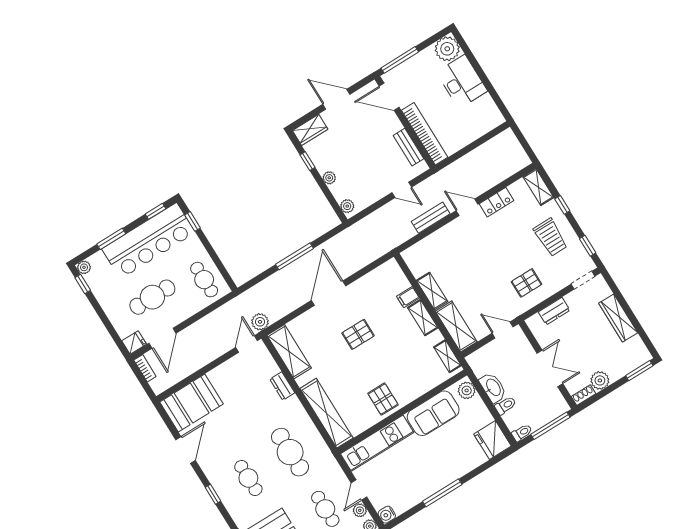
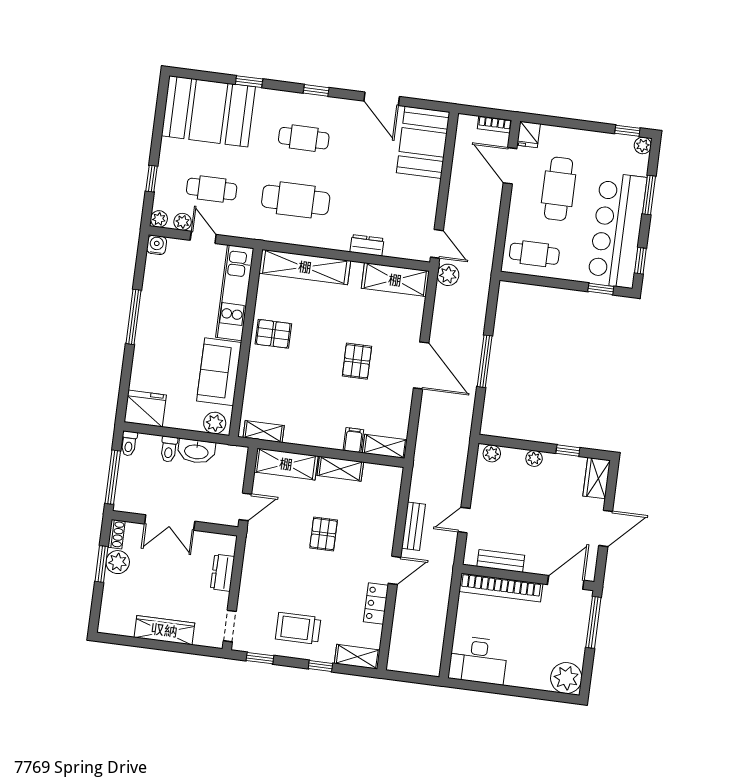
desk: (462, 82) -> (478, 660), moved
pallet: (527, 283) -> (324, 534), moved
shelving: (423, 318) -> (385, 446), moved
window: (639, 371) -> (101, 564), moved

